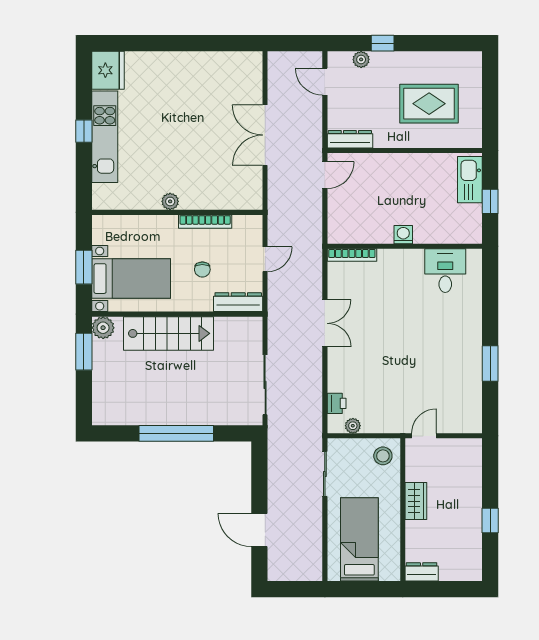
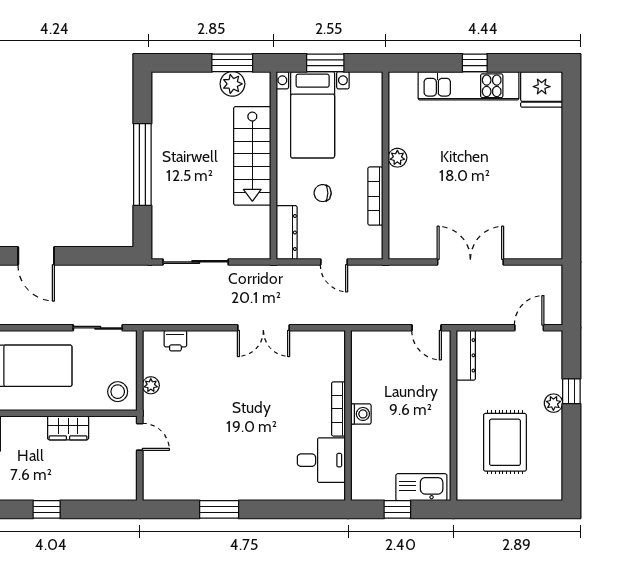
plant: (361, 59) -> (553, 403), moved
bookcase: (352, 255) -> (339, 409), moved
plant: (103, 328) -> (232, 84), moved
plant: (353, 426) -> (151, 385), moved
door: (259, 530) -> (36, 256), swing flipped

